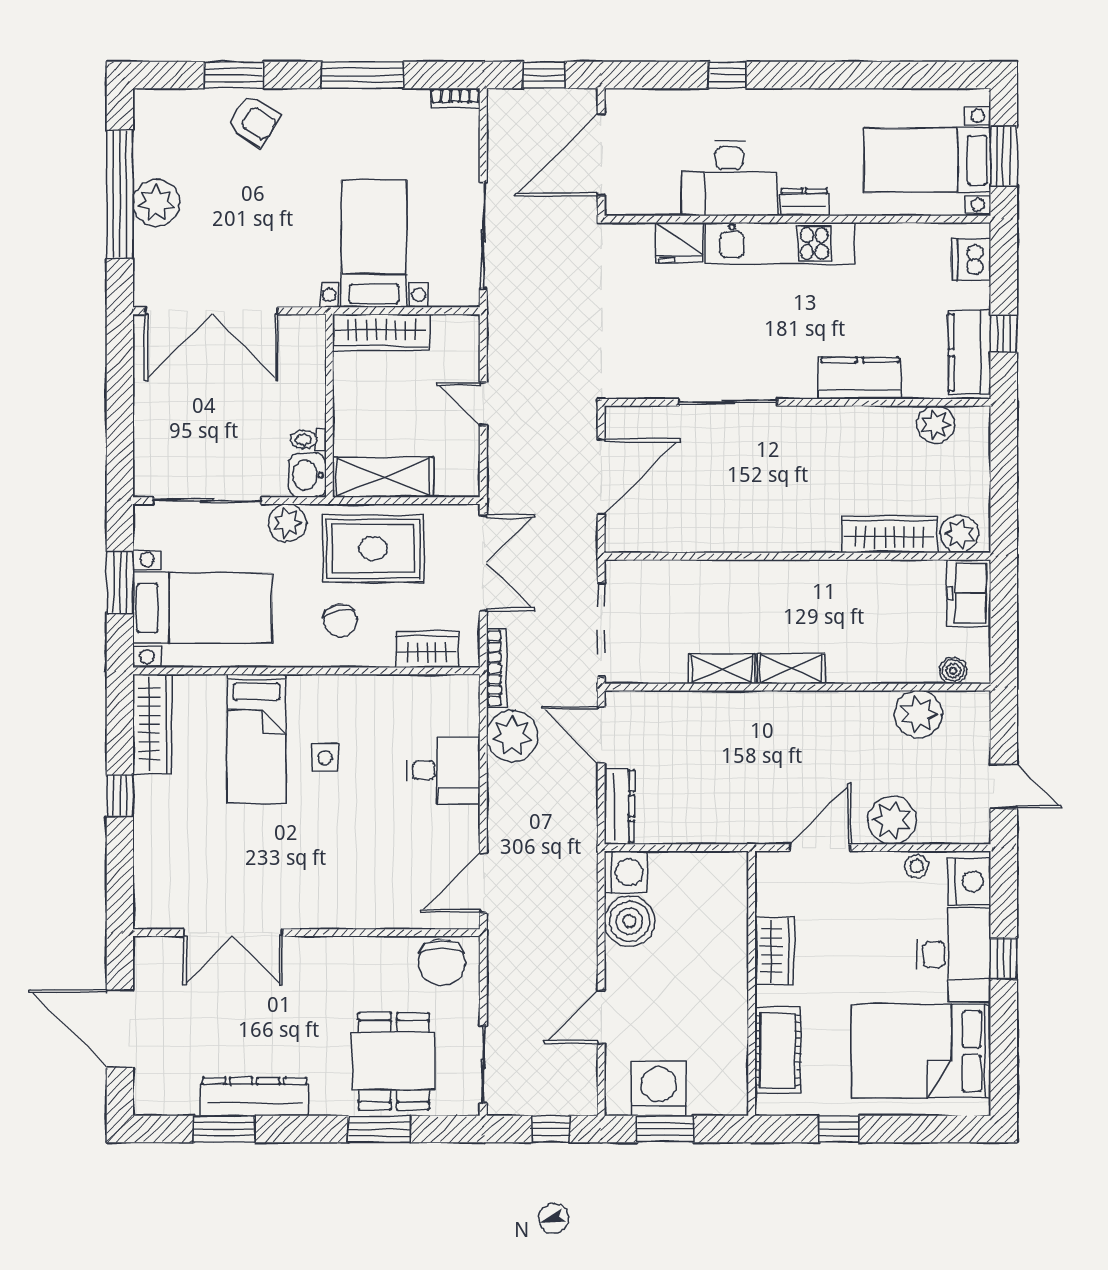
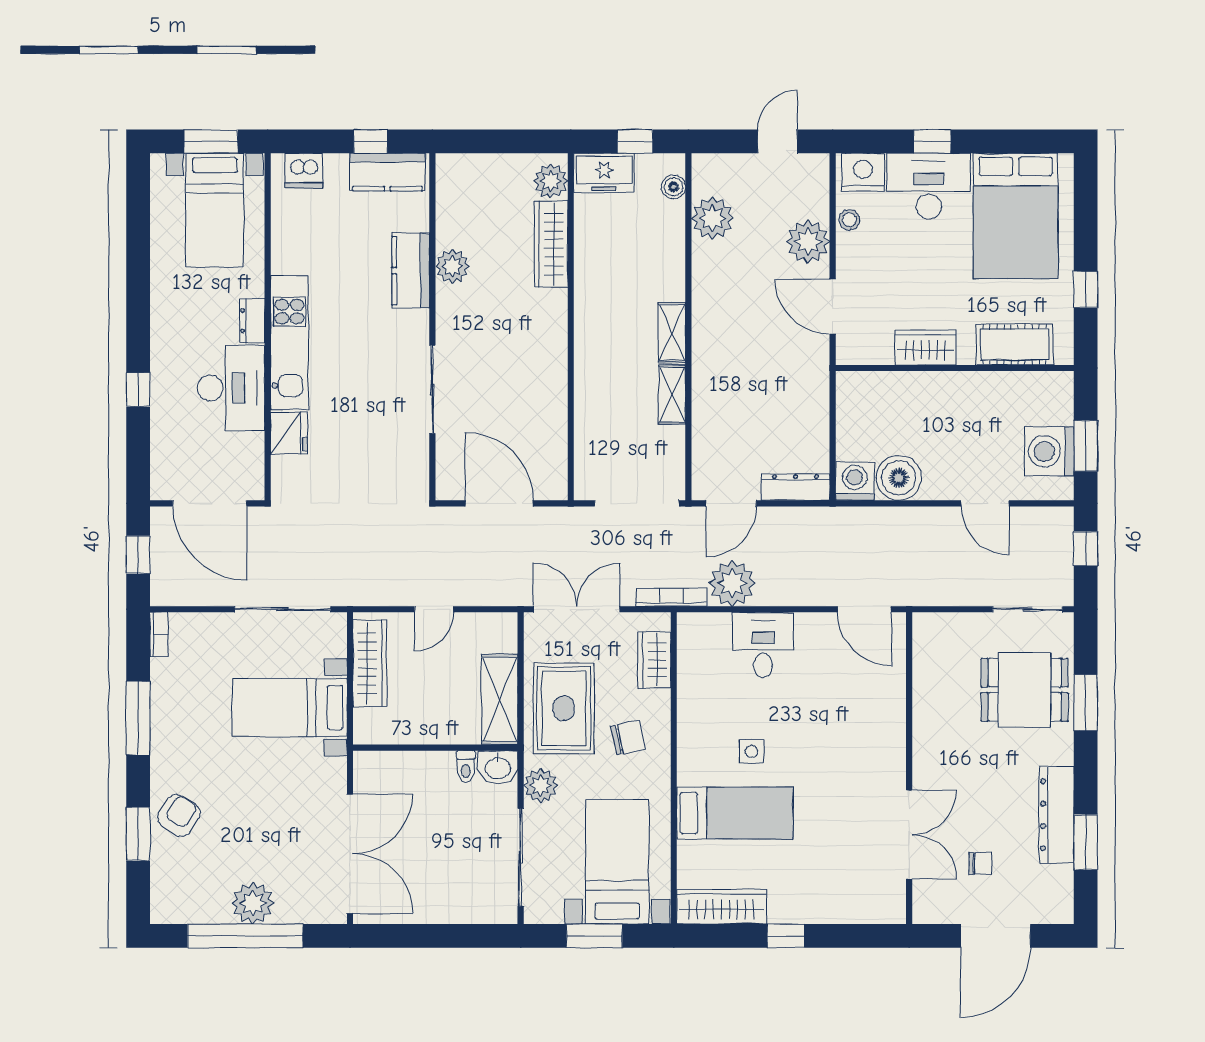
wardrobe: (381, 333) -> (370, 663), moved
plant: (936, 425) -> (452, 266), moved
window: (1004, 628) -> (635, 141), added
chair: (442, 963) -> (981, 864), moved, width x0.54, depth x0.54

